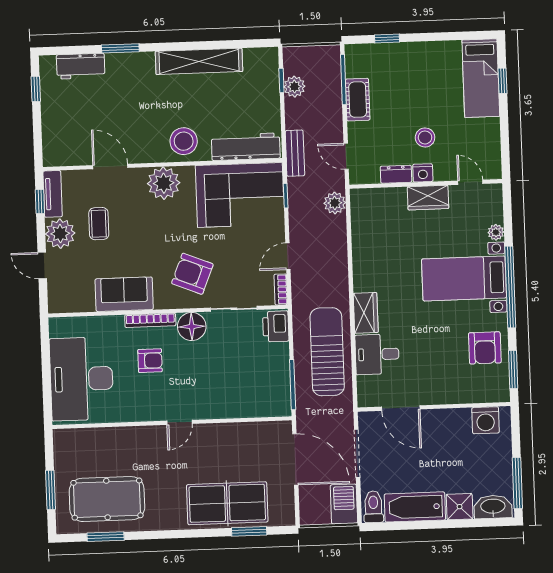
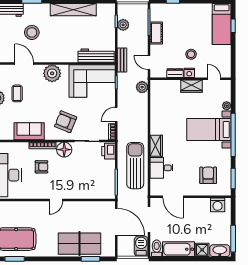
stool: (184, 141) -> (32, 32), moved
armchair: (485, 348) -> (208, 175), moved, turned 180

